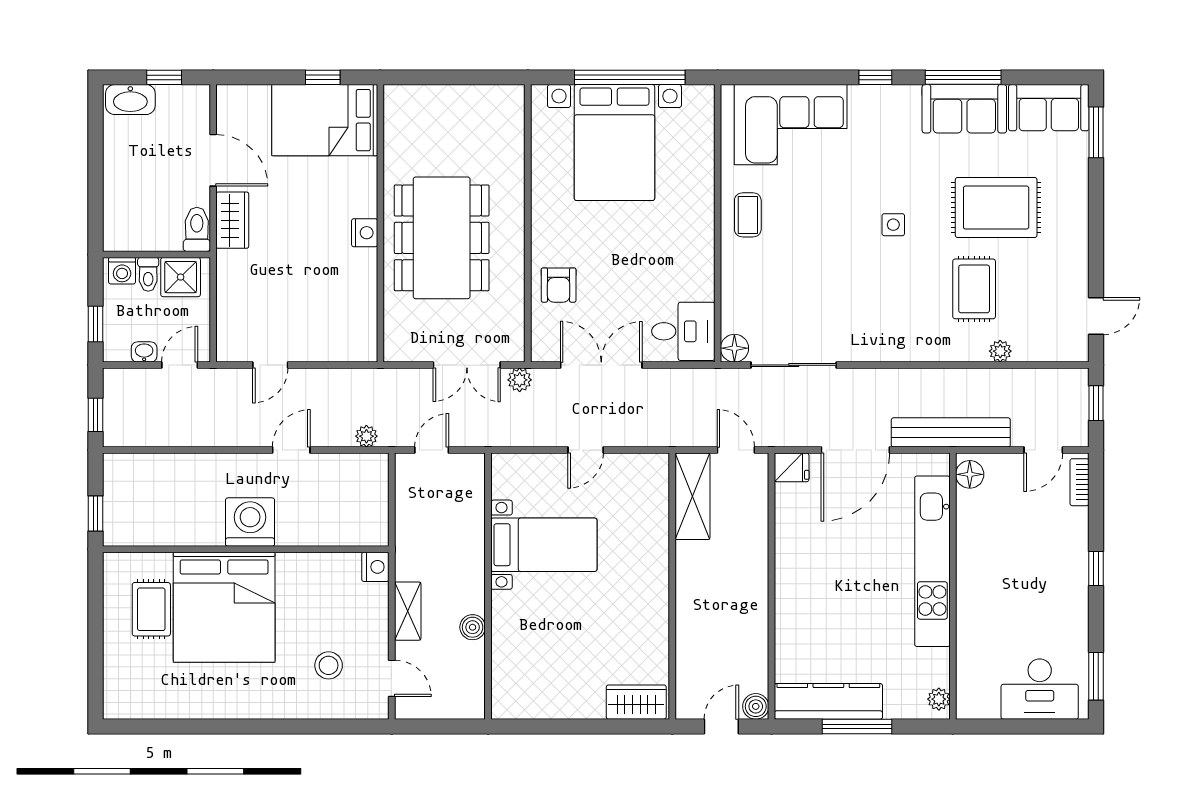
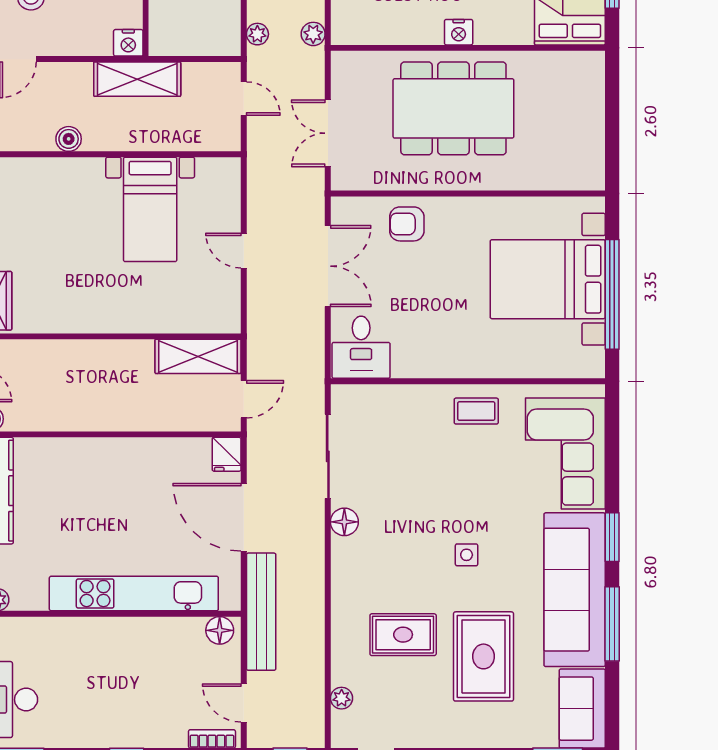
window: (875, 77) -> (612, 537), width x1.50
sofa: (964, 109) -> (575, 590), width x1.85, depth x1.27
floor lamp: (734, 348) -> (344, 522), moved
plant: (1000, 351) -> (342, 698), moved
plant: (520, 380) -> (313, 34), moved
shelving: (408, 611) -> (137, 79), moved, width x1.50, depth x1.33

